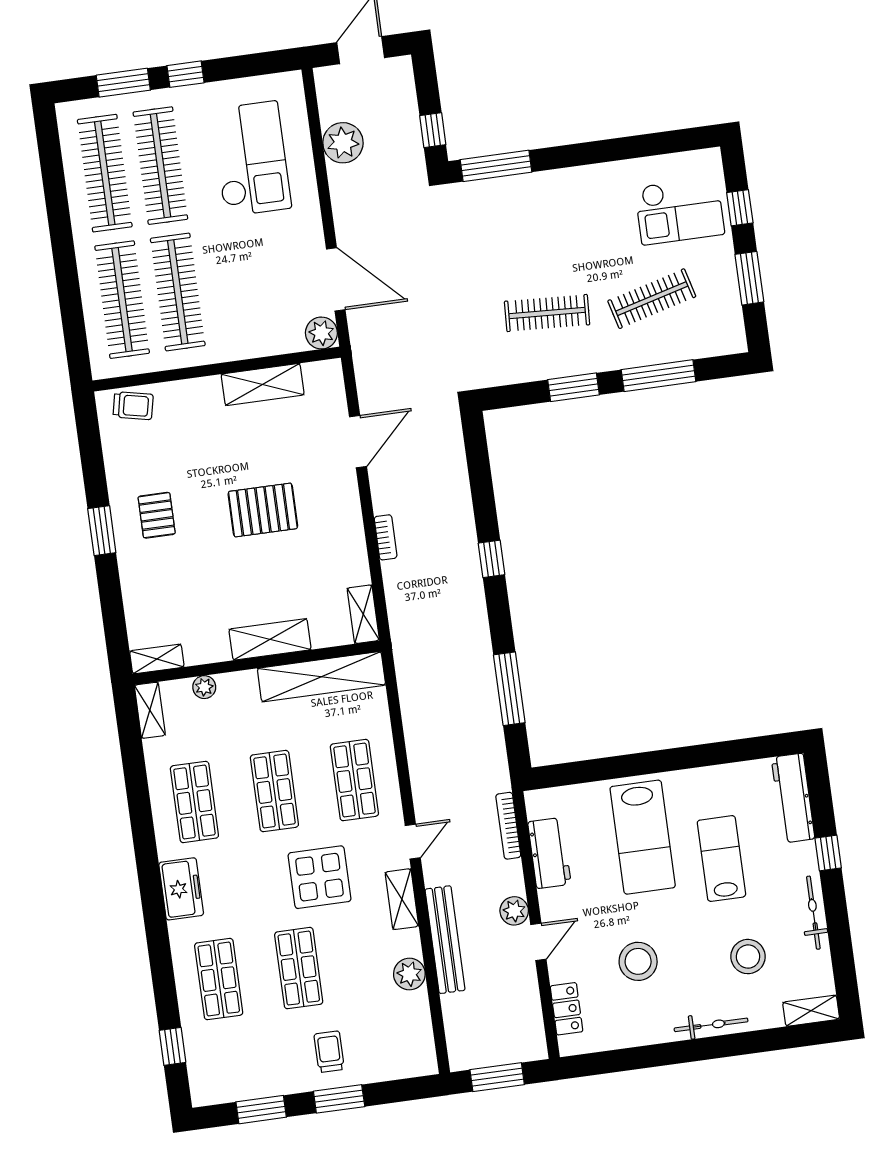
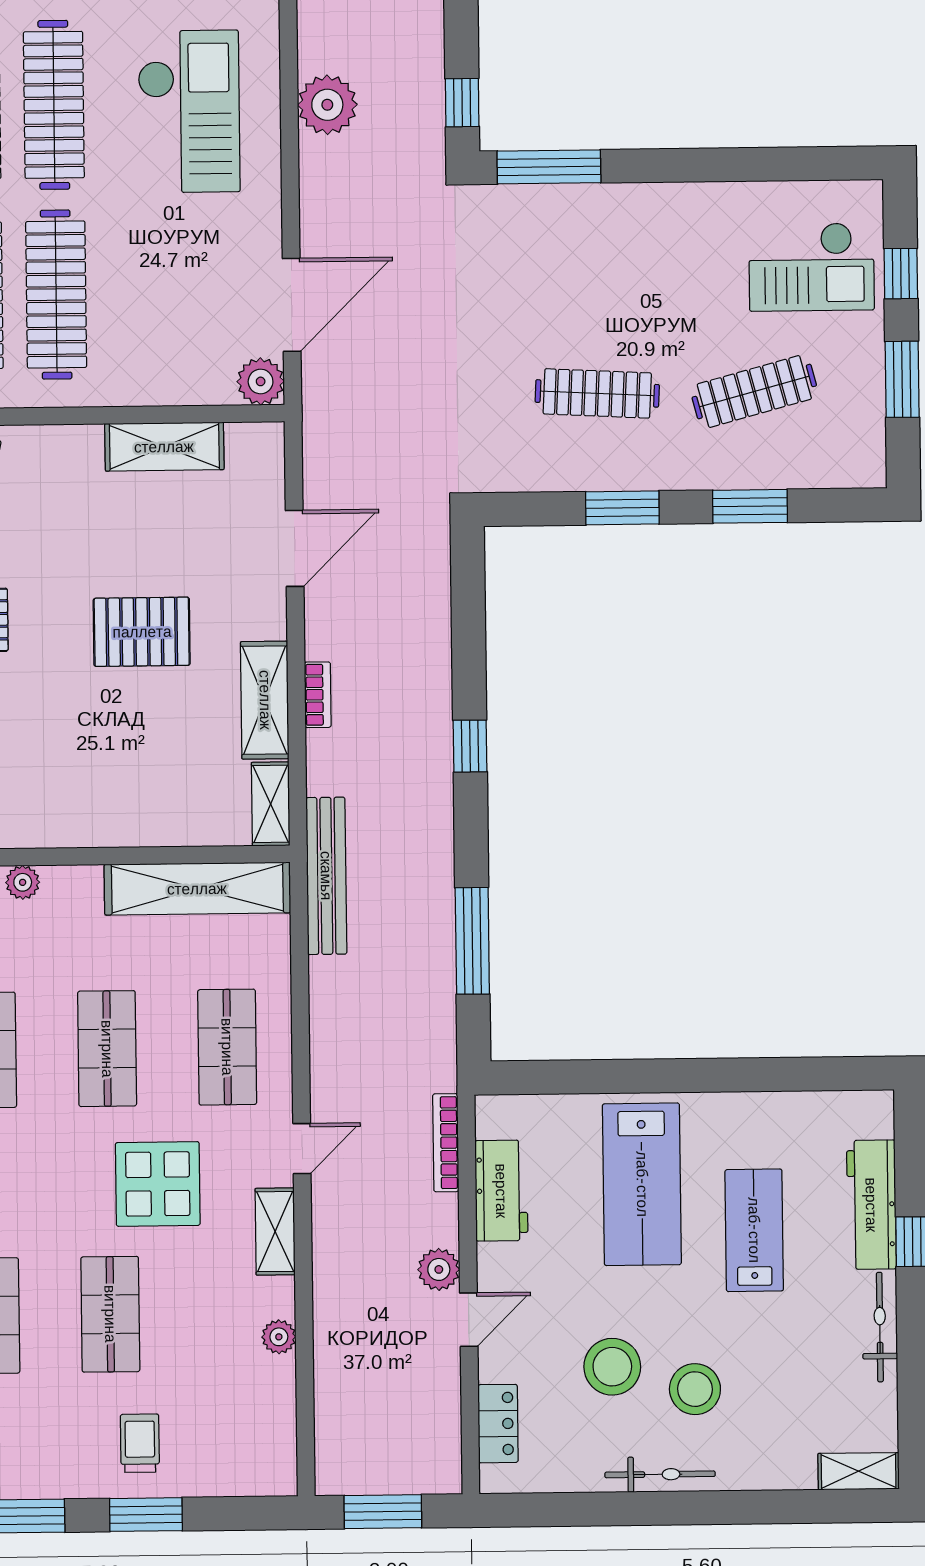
door: (336, 279) -> (292, 305), hinge flipped
window: (658, 376) -> (750, 506), width x0.69
shelving: (270, 639) -> (265, 700), moved, turned 90
workbench: (793, 798) -> (871, 1205), moved
bench: (445, 940) -> (326, 876), moved
stool: (748, 957) -> (695, 1389), moved
plant: (409, 974) -> (279, 1337), width x0.73, depth x0.73
bicycle: (711, 1025) -> (660, 1474), moved

